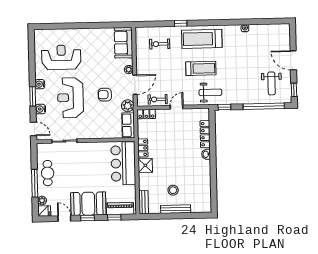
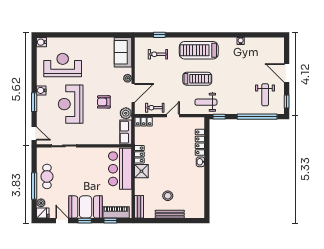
window: (181, 23) -> (159, 35), moved
weight bench: (210, 92) -> (206, 102), turned 180
water cooler: (40, 109) -> (41, 42), moved

